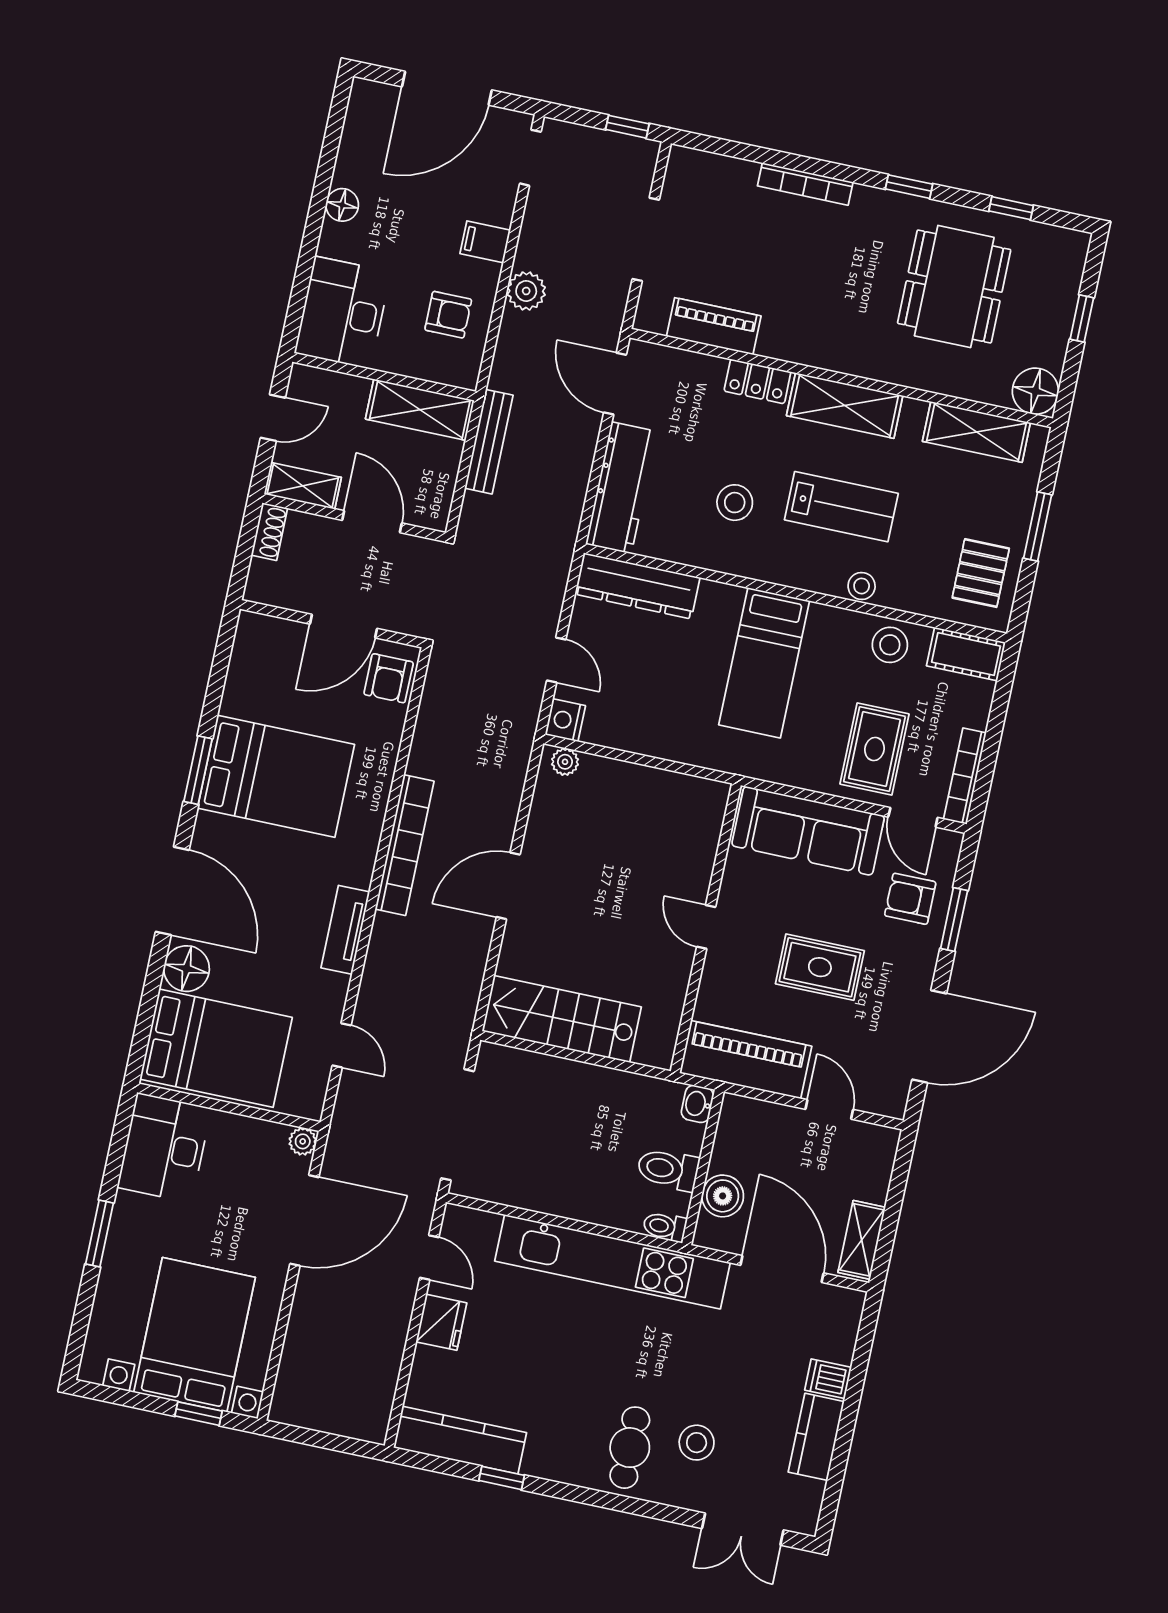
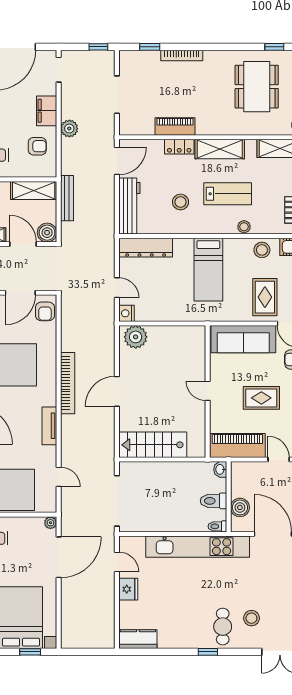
window: (909, 187) -> (150, 47), moved
filing cabinet: (485, 242) -> (47, 111), width x2.00
piano: (714, 326) -> (175, 126), moved
door: (615, 384) -> (117, 161), swing flipped
boiler: (430, 508) -> (47, 233), added
plant: (565, 762) -> (136, 337), width x1.88, depth x1.88
kitchen counter: (460, 1440) -> (138, 639), width x0.67
window: (502, 1478) -> (208, 652), moved

